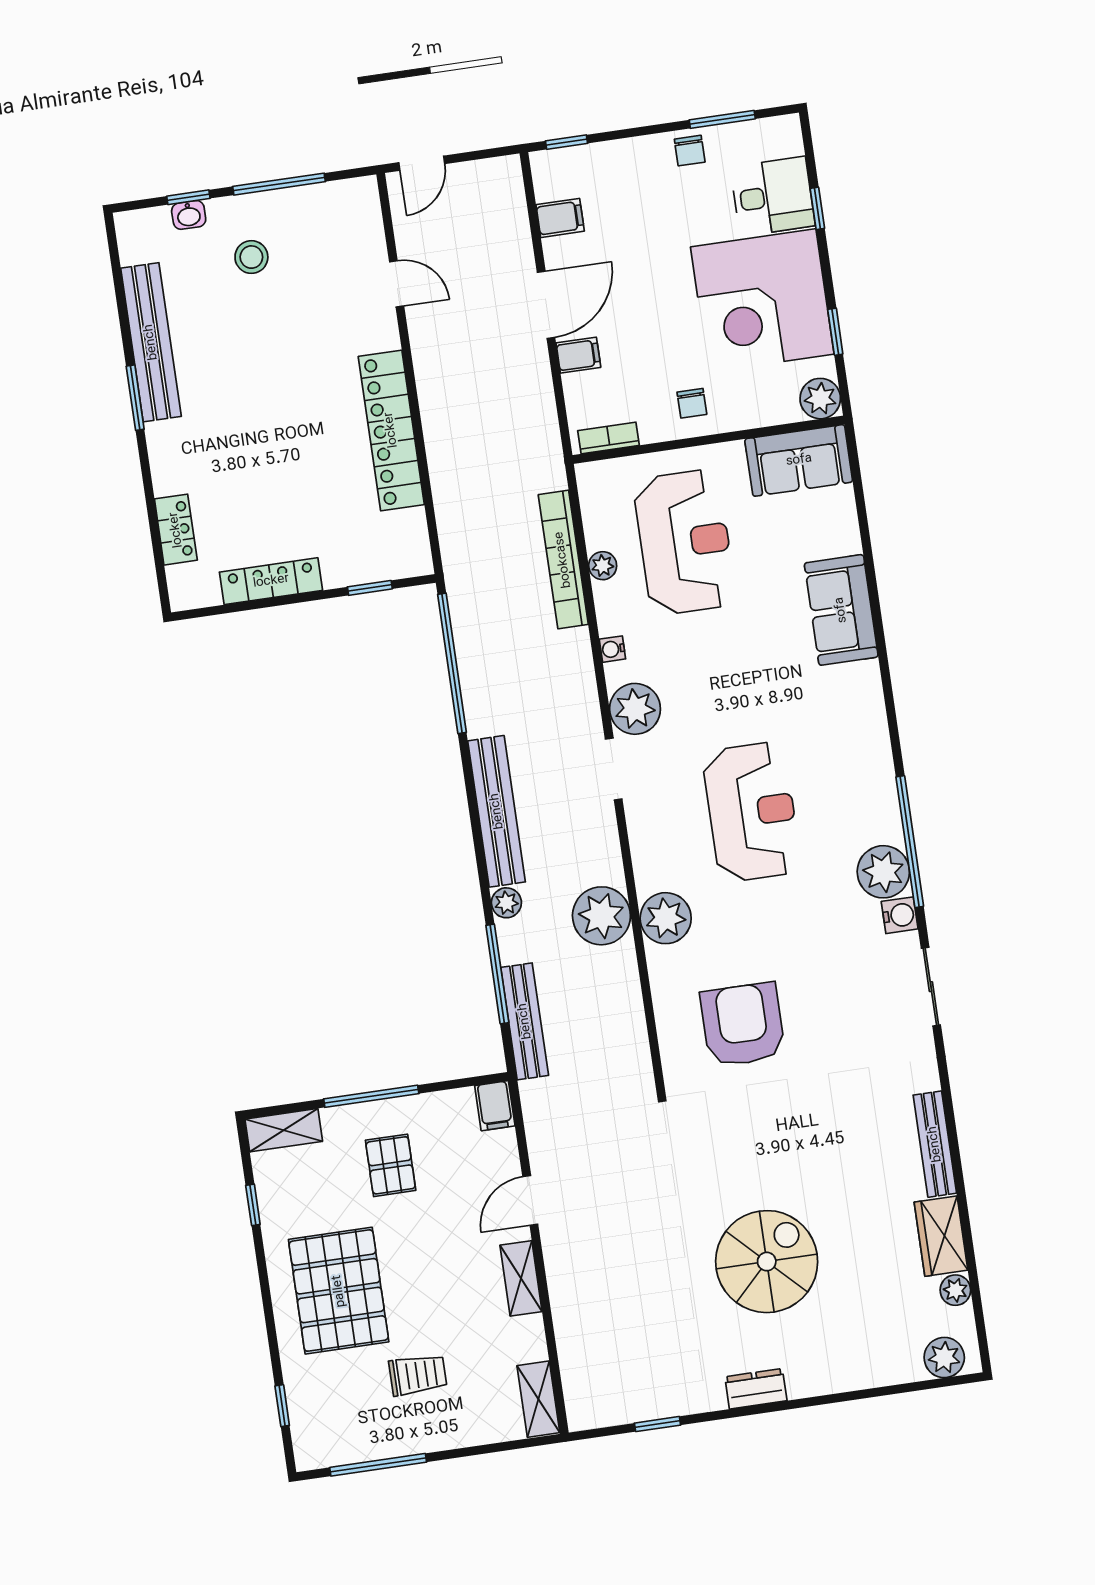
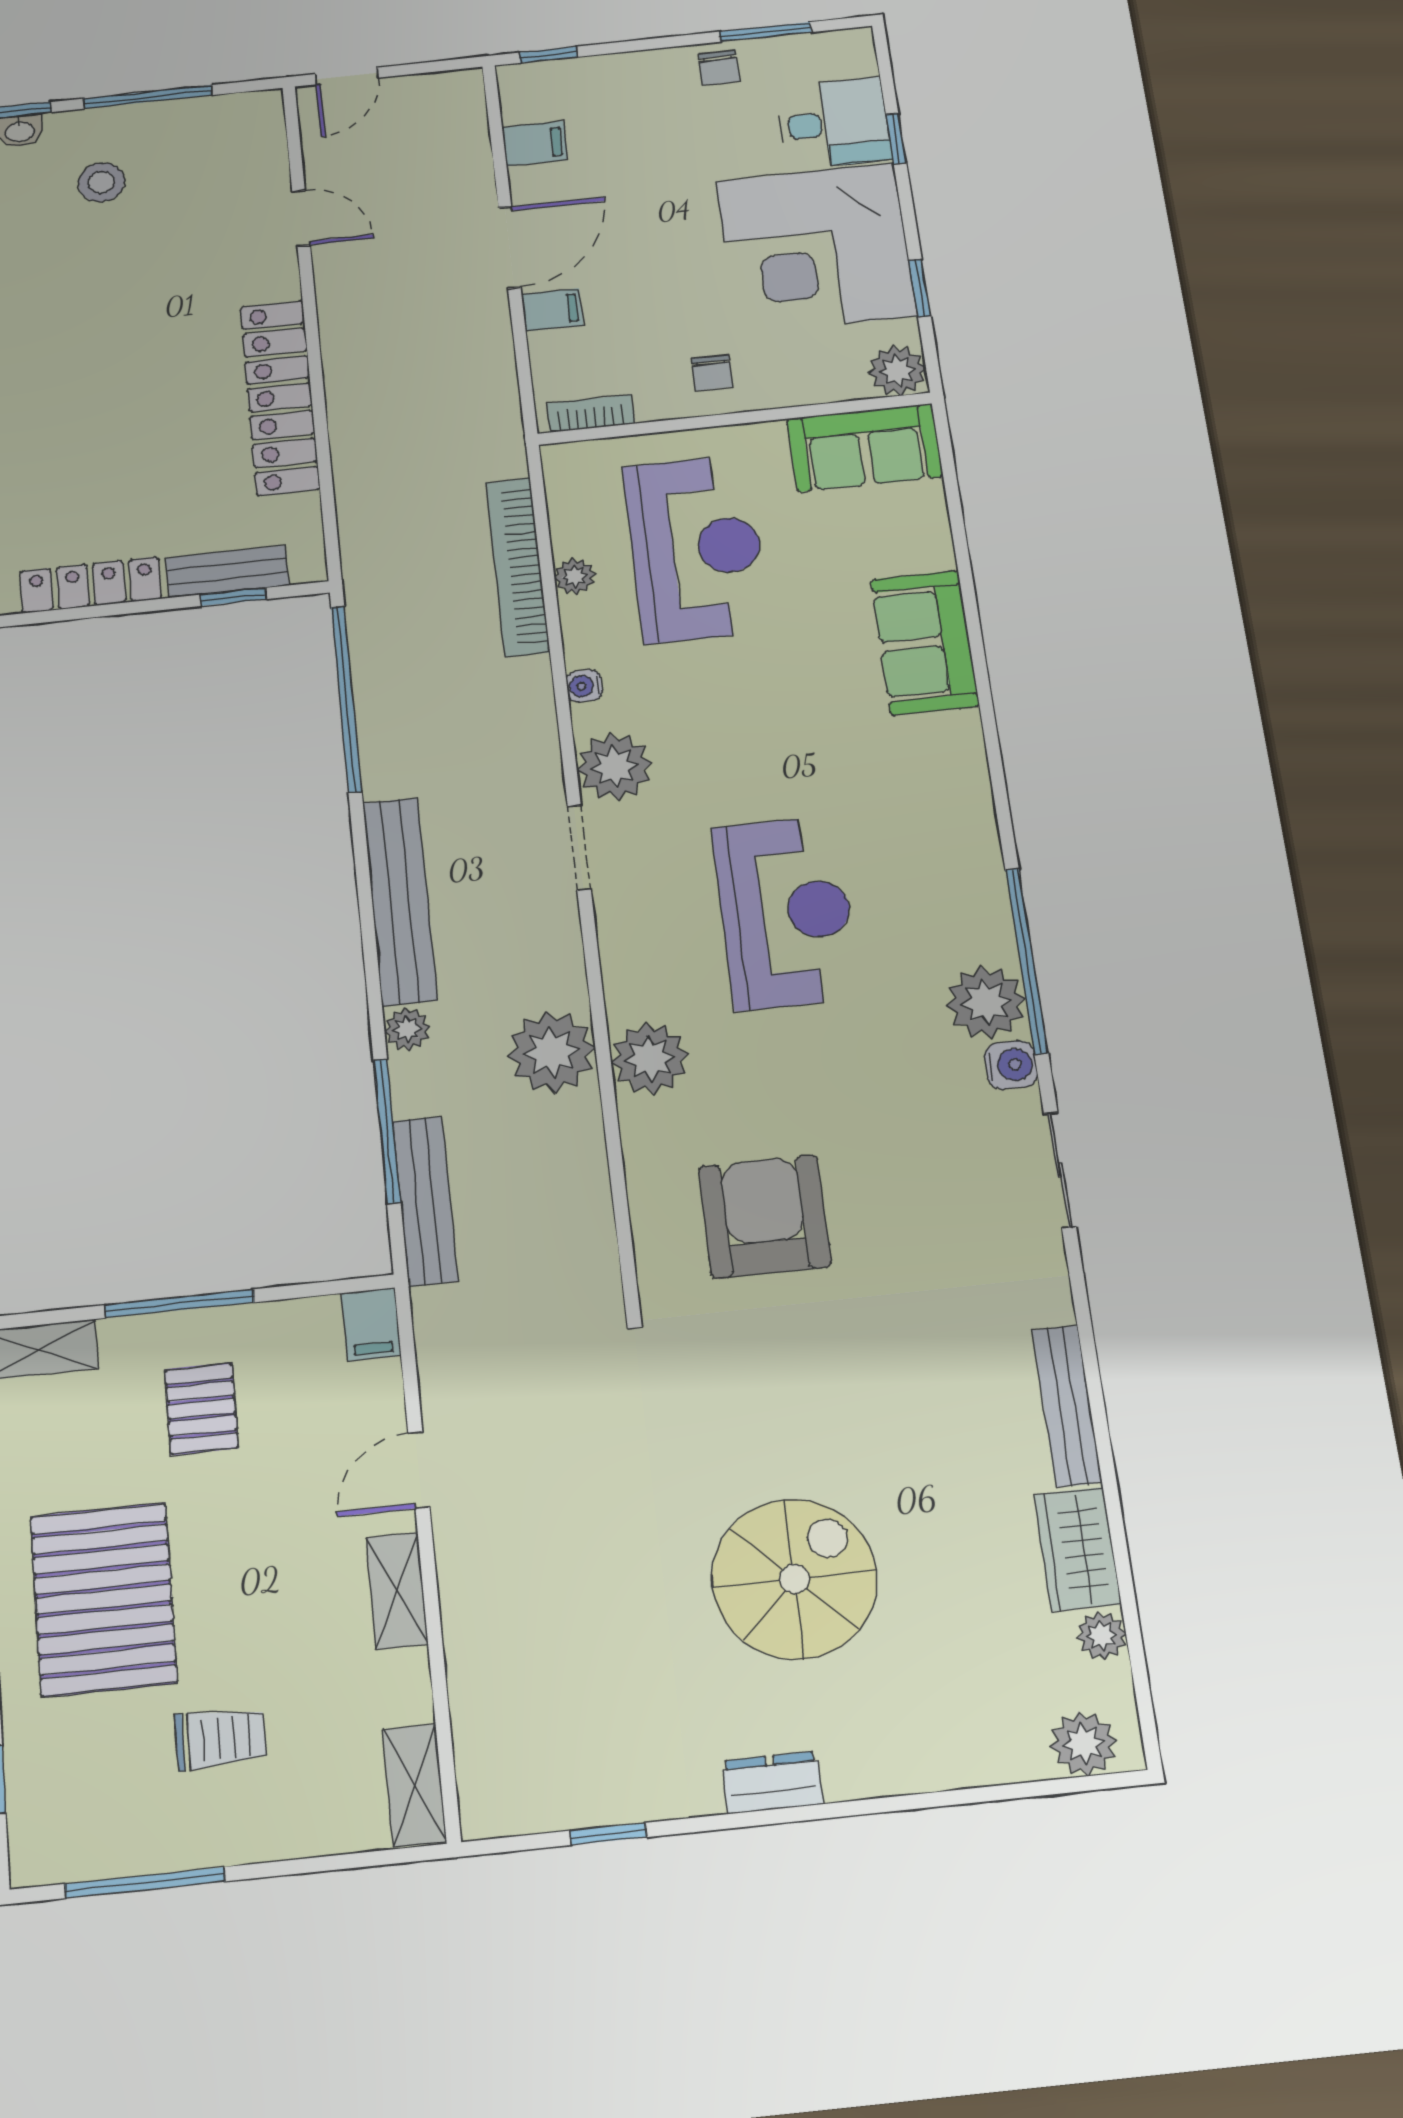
bench: (364, 568) -> (227, 571), added

